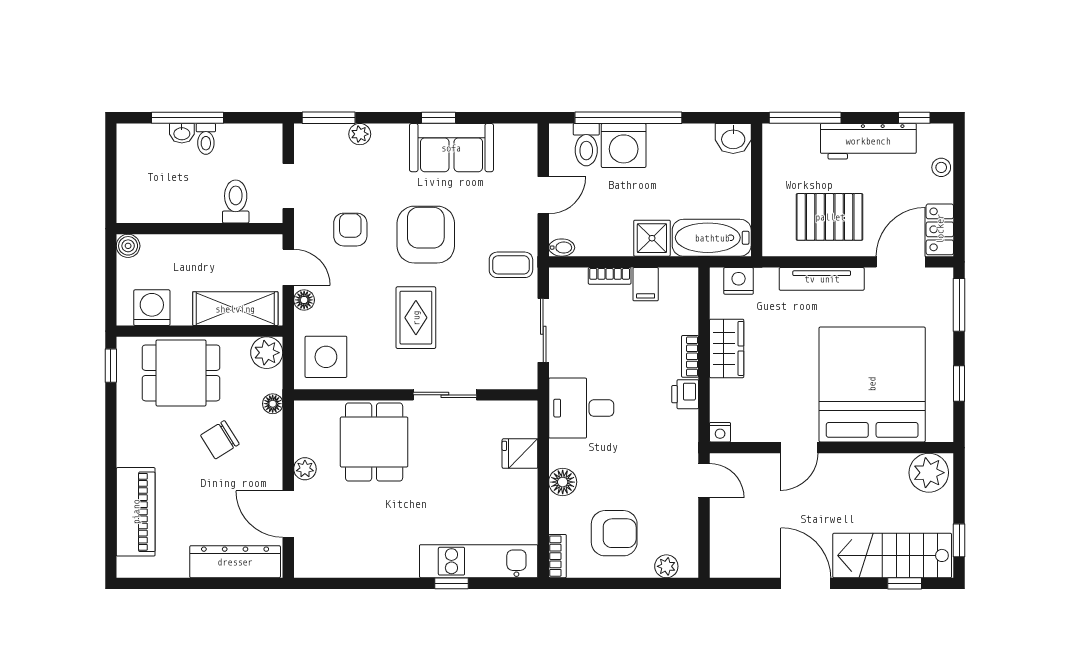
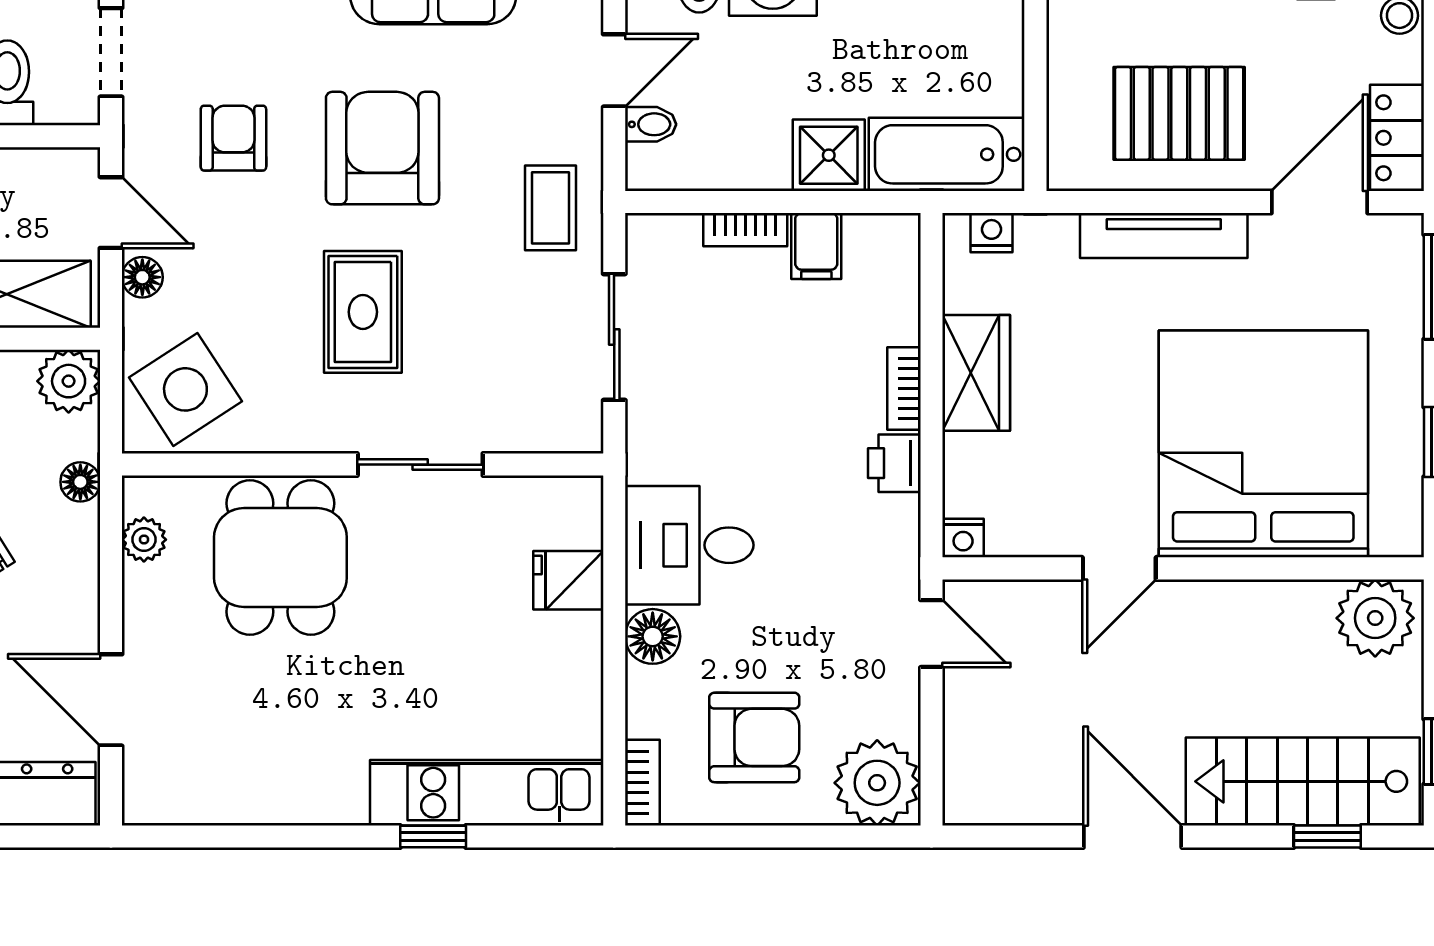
bidet: (562, 248) -> (651, 124), moved
coffee table: (511, 265) -> (551, 208), turned 90
nightstand: (739, 281) -> (992, 233), width x0.72, depth x0.74
side table: (326, 357) -> (185, 389), turned -33
desk: (581, 408) -> (689, 545), moved
plant: (305, 469) -> (144, 540), moved
plant: (666, 566) -> (877, 783), width x1.87, depth x1.87

